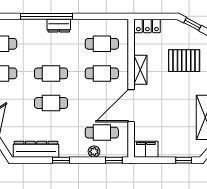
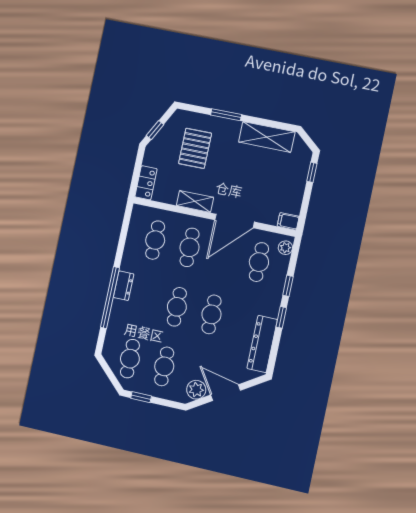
door: (131, 106) -> (235, 221), hinge flipped
filing cabinet: (146, 149) -> (288, 221), width x0.50
plant: (94, 152) -> (285, 248), moved
window: (114, 160) -> (288, 286), moved

